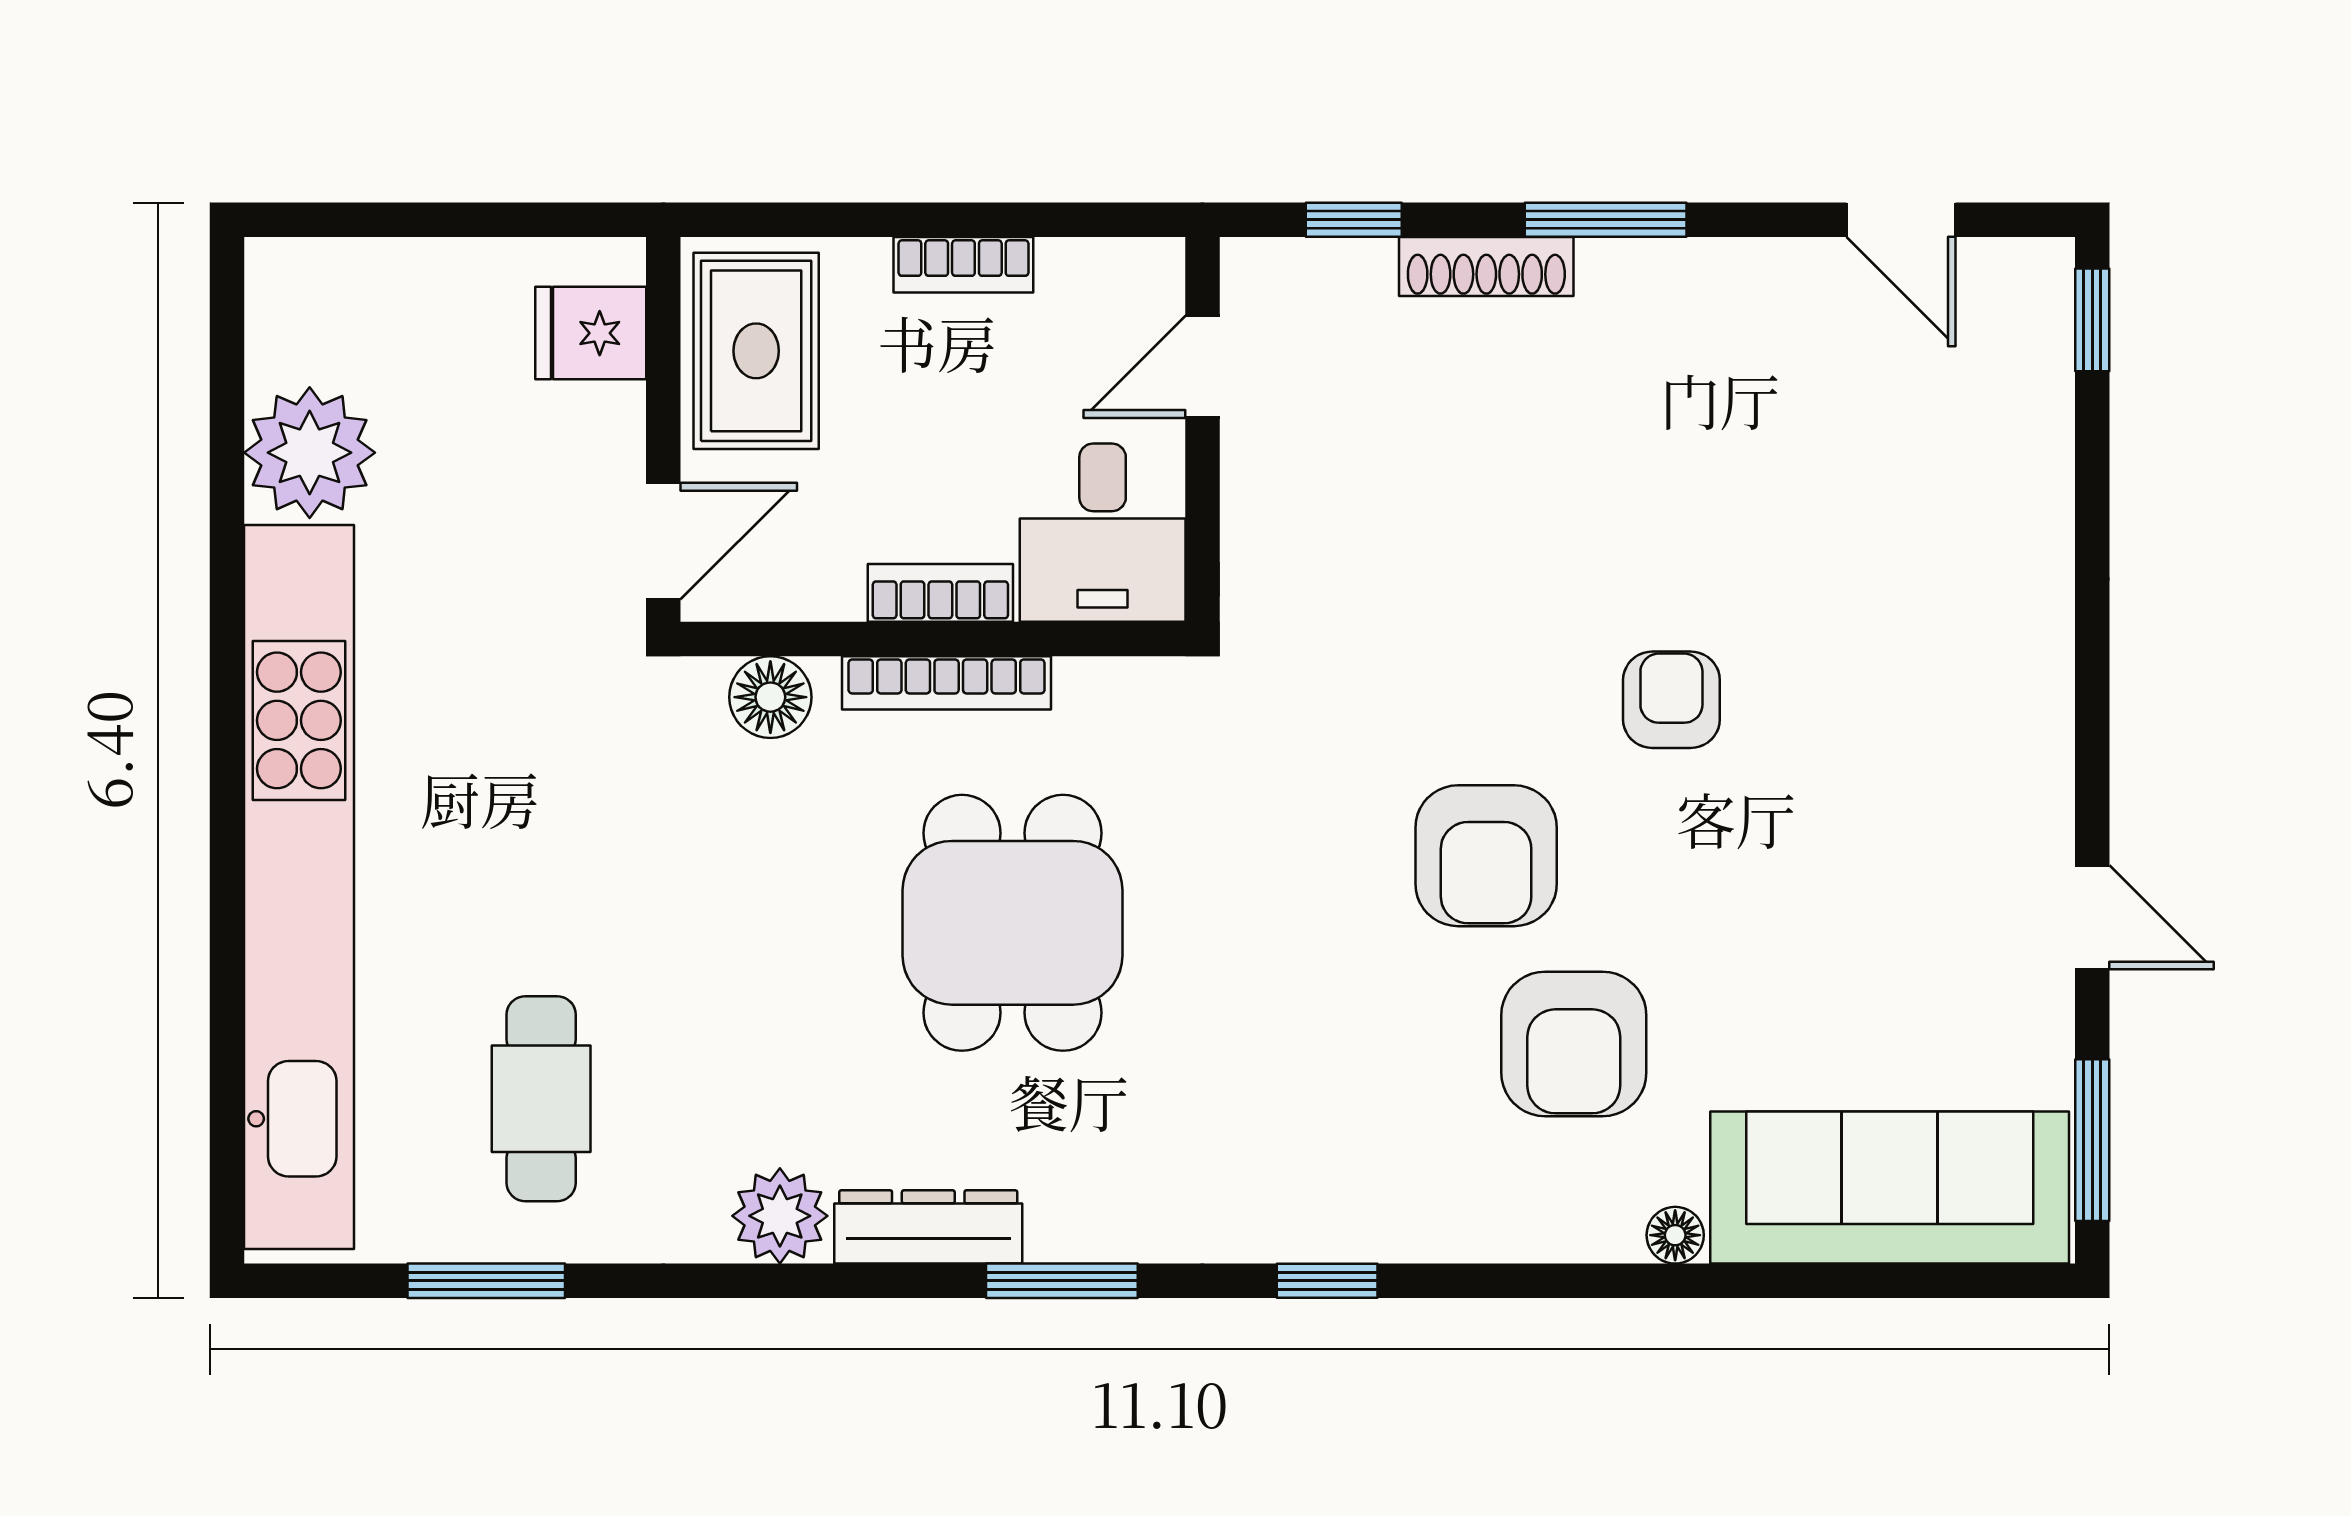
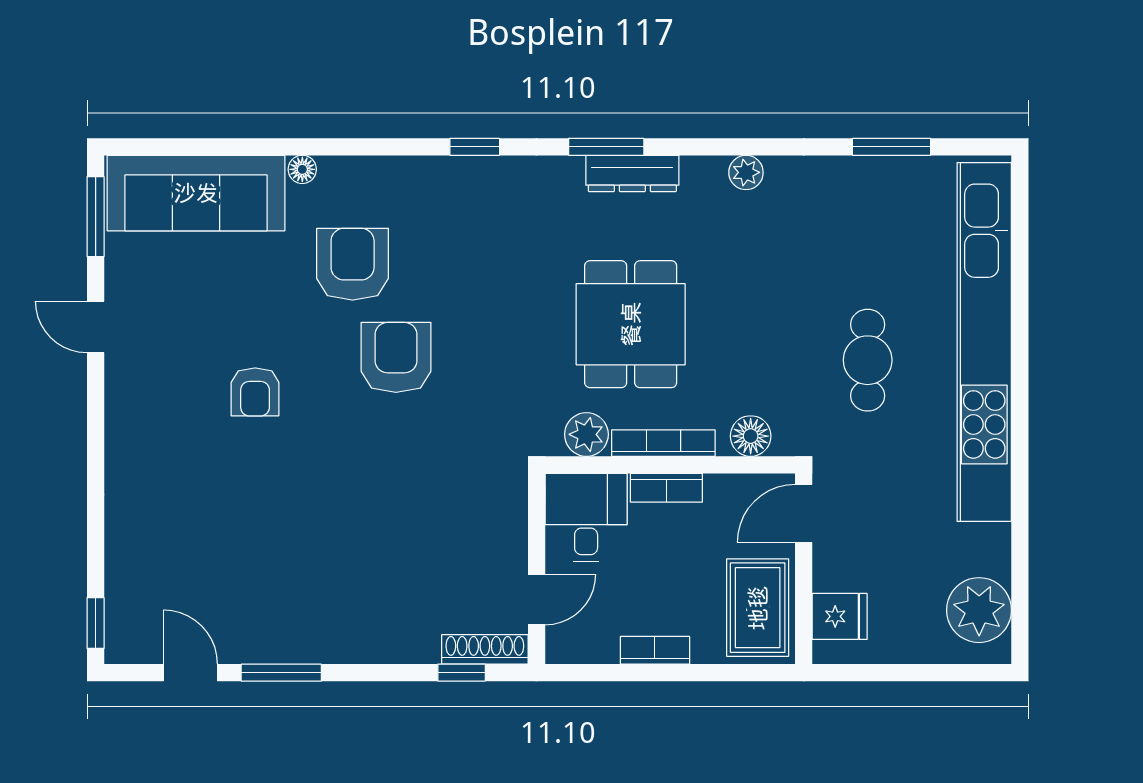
window: (1606, 220) -> (281, 673), moved
shoe rack: (1486, 266) -> (485, 649), moved
plant: (310, 453) -> (979, 610), moved
plant: (1102, 700) -> (586, 434), added
armchair: (1671, 700) -> (255, 392), moved
cafe table: (541, 1099) -> (868, 360), moved
plant: (780, 1216) -> (746, 172), width x0.73, depth x0.73
dresser: (928, 1227) -> (632, 173), moved

